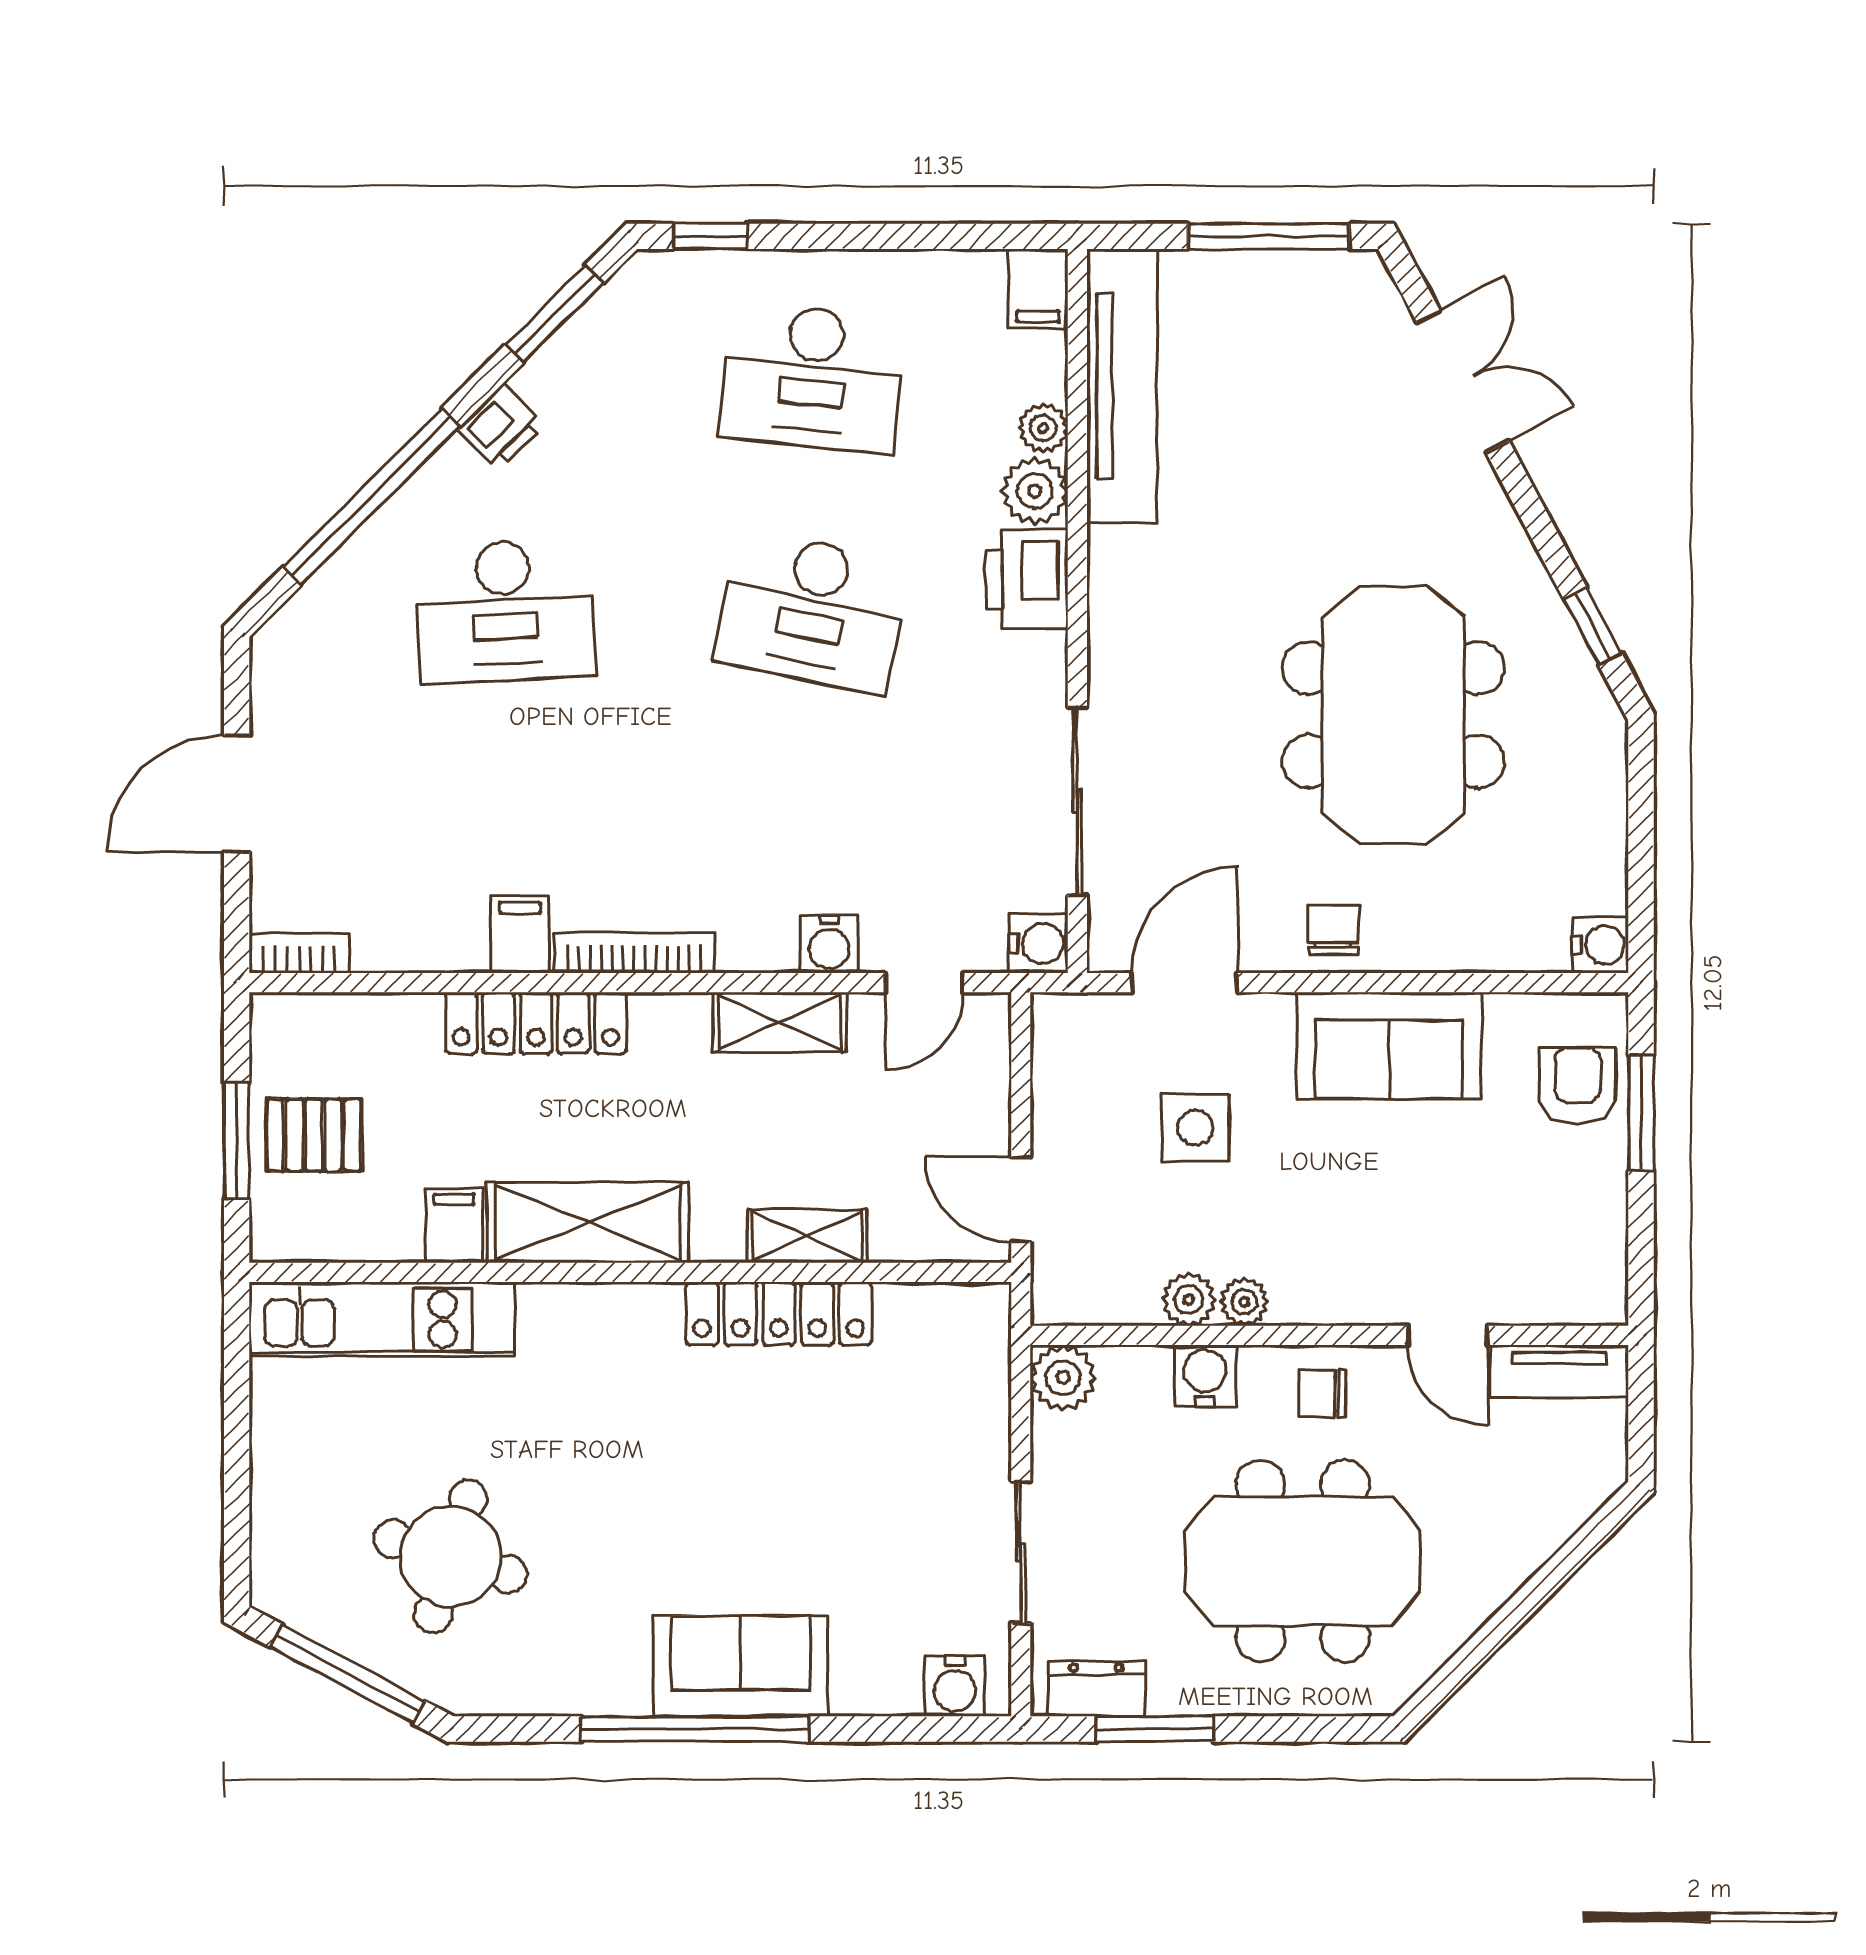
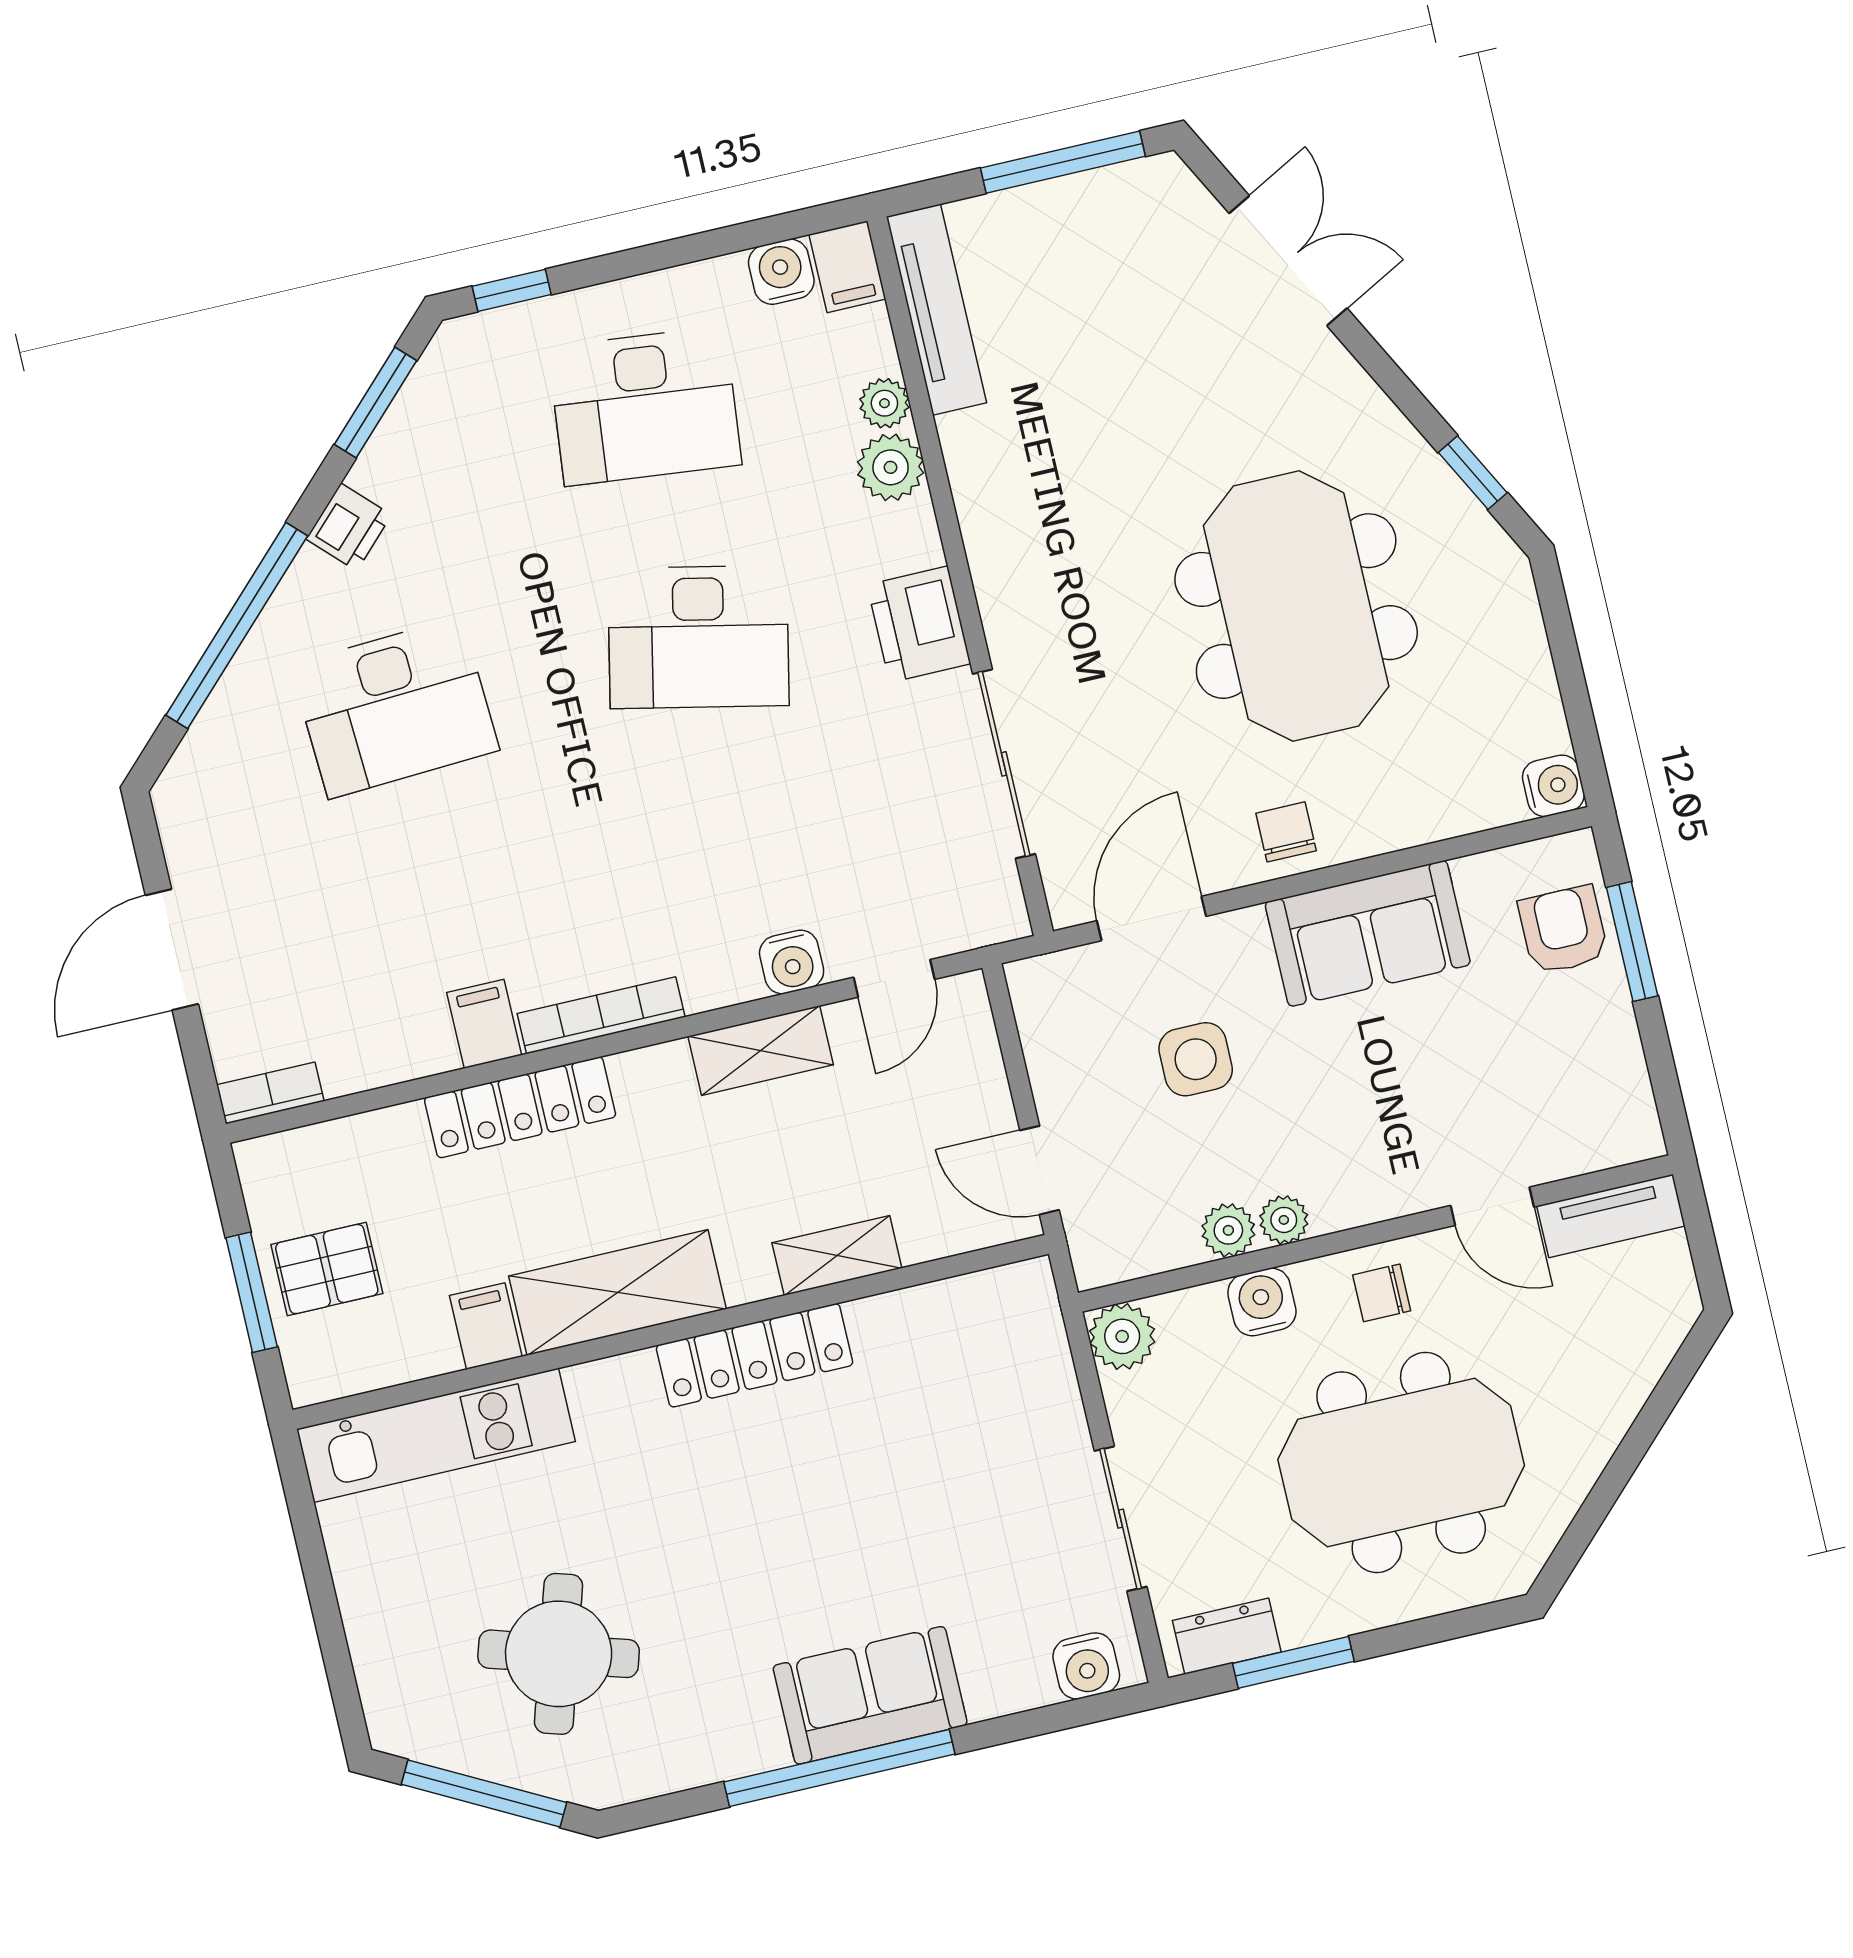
tv unit: (1122, 386) -> (936, 310), width x0.73, depth x0.78
printer: (1027, 579) -> (919, 624), moved
water cooler: (1038, 943) -> (781, 272), moved, turned -90
locker: (779, 1314) -> (755, 1355), moved

